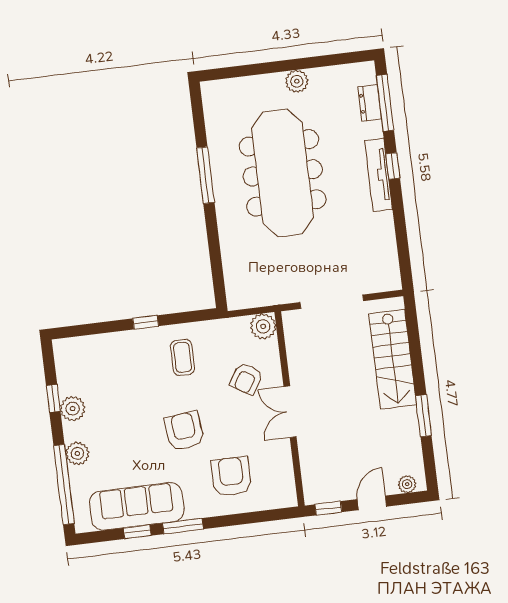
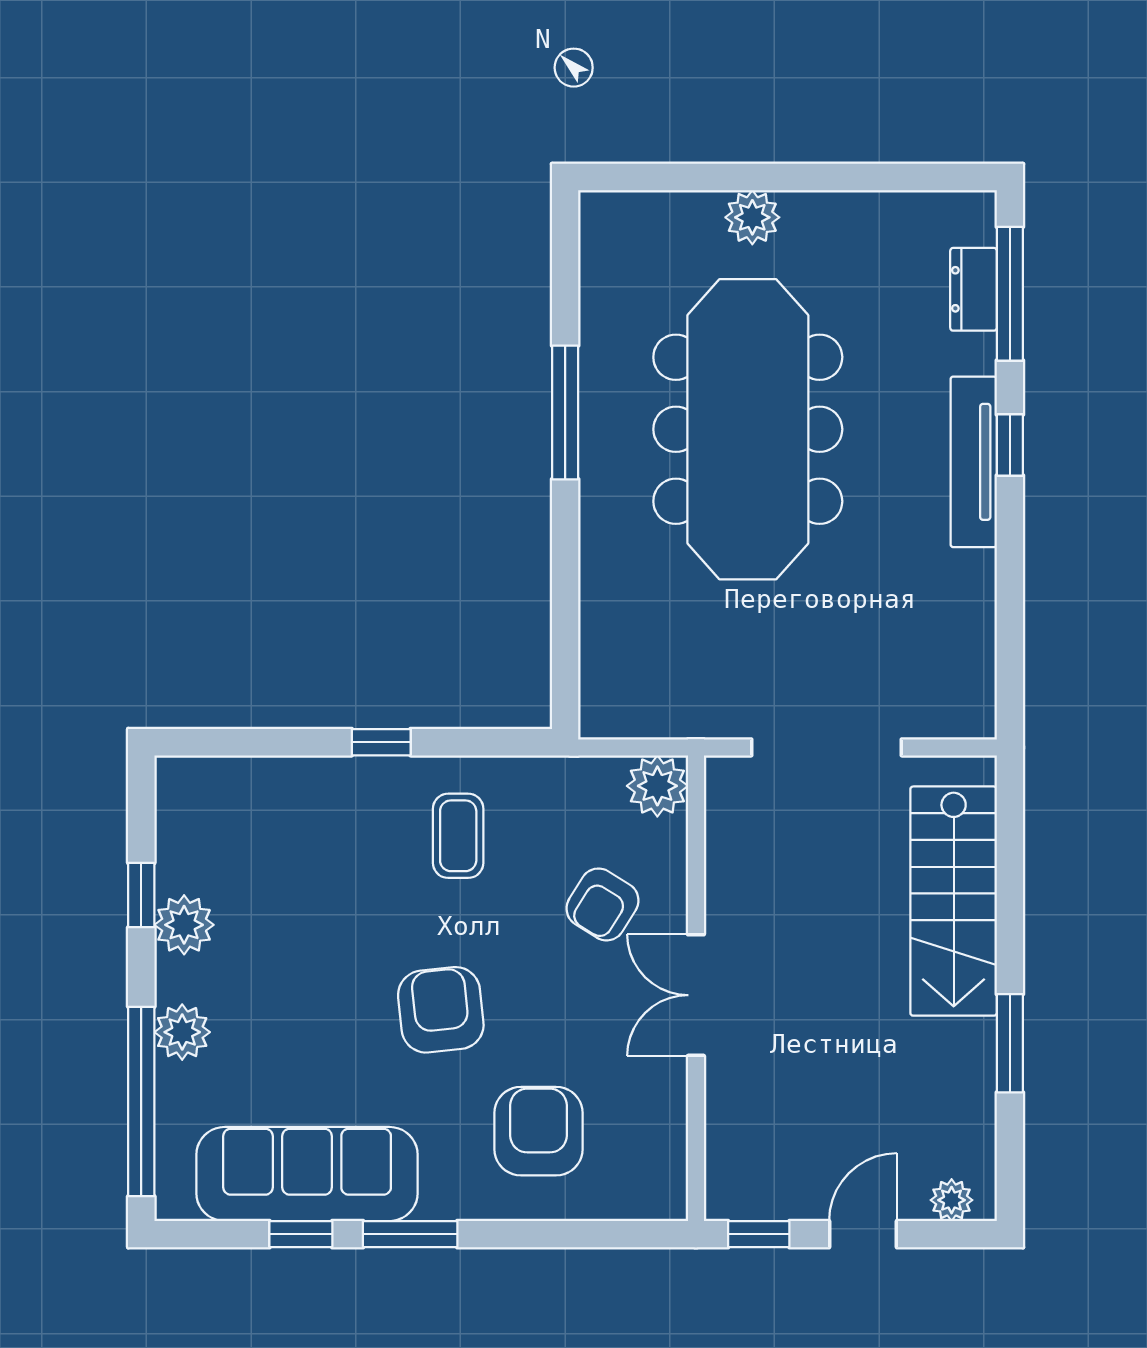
plant: (297, 81) -> (752, 217), moved

